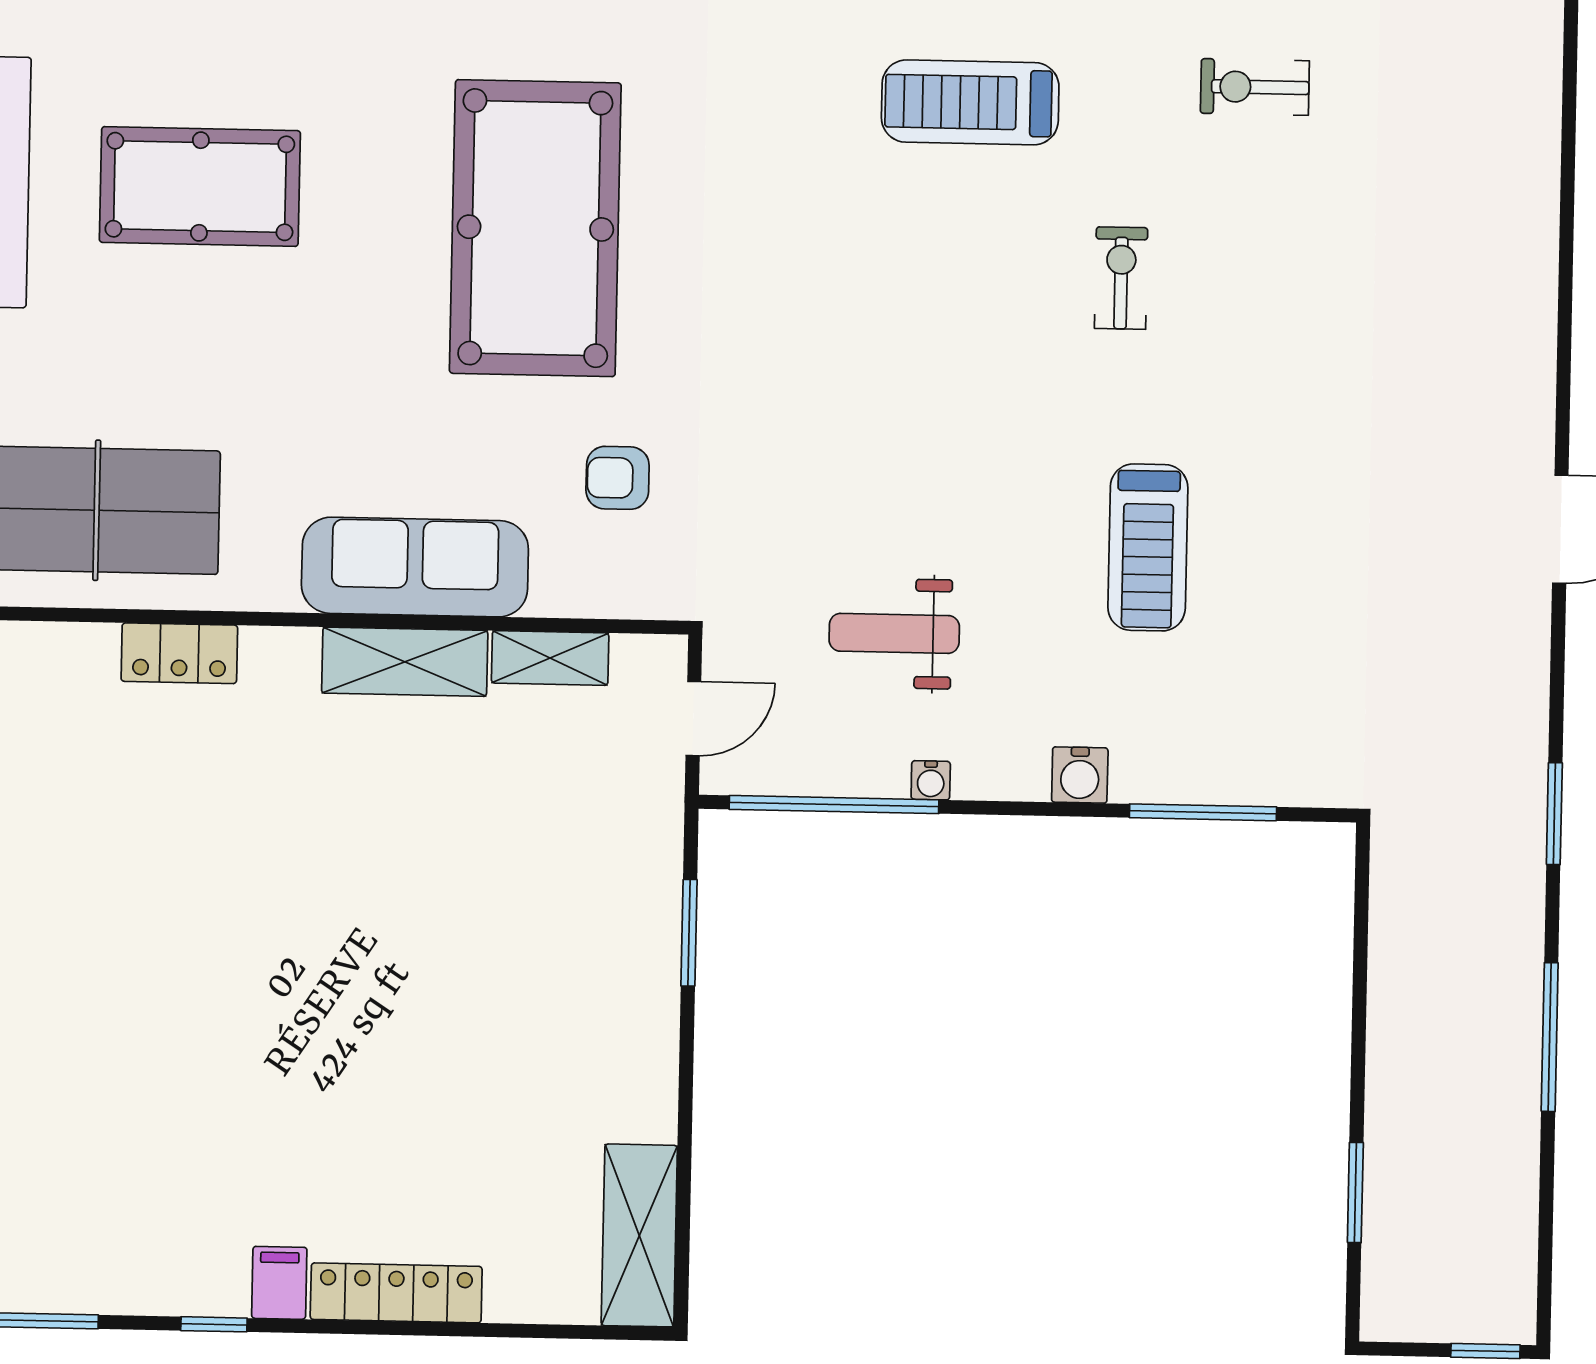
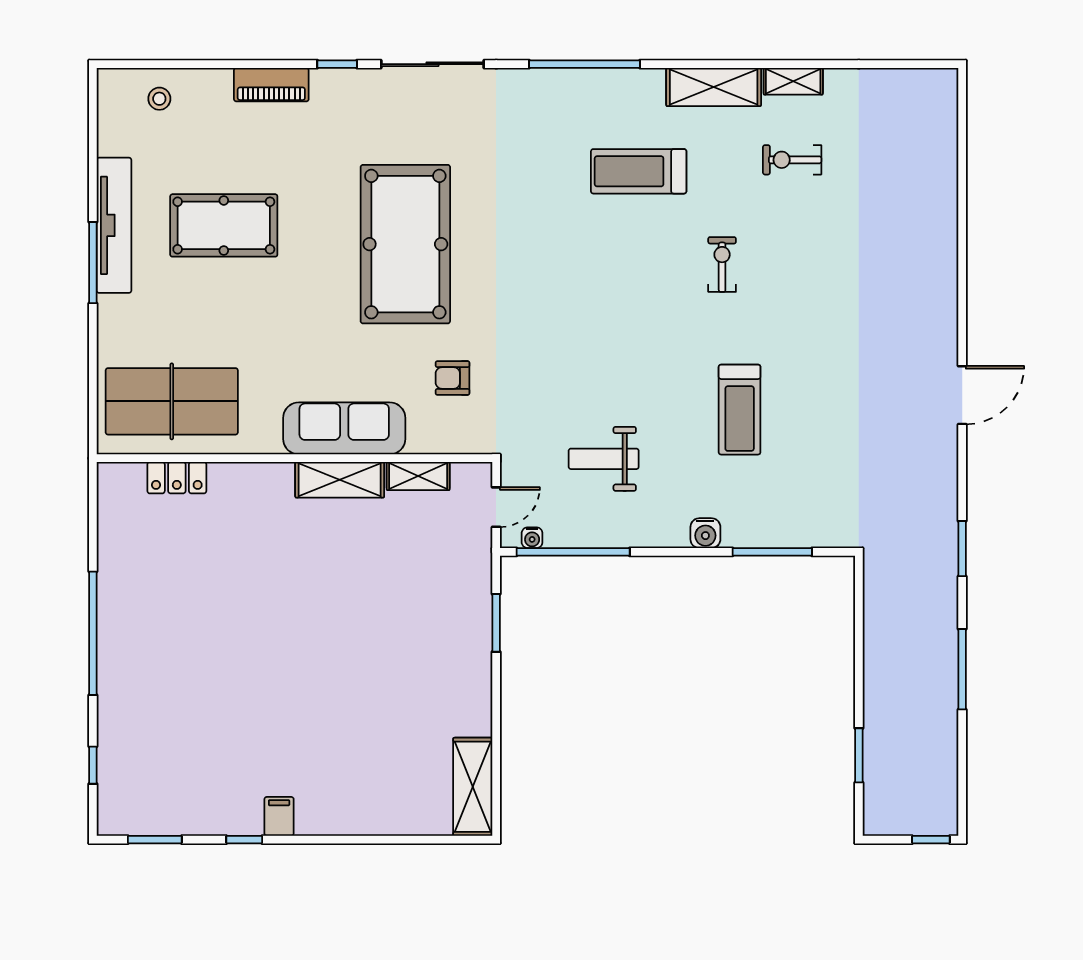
locker: (179, 653) -> (177, 478), moved
water cooler: (931, 780) -> (532, 538), moved
locker: (396, 1293) -> (342, 821), removed

